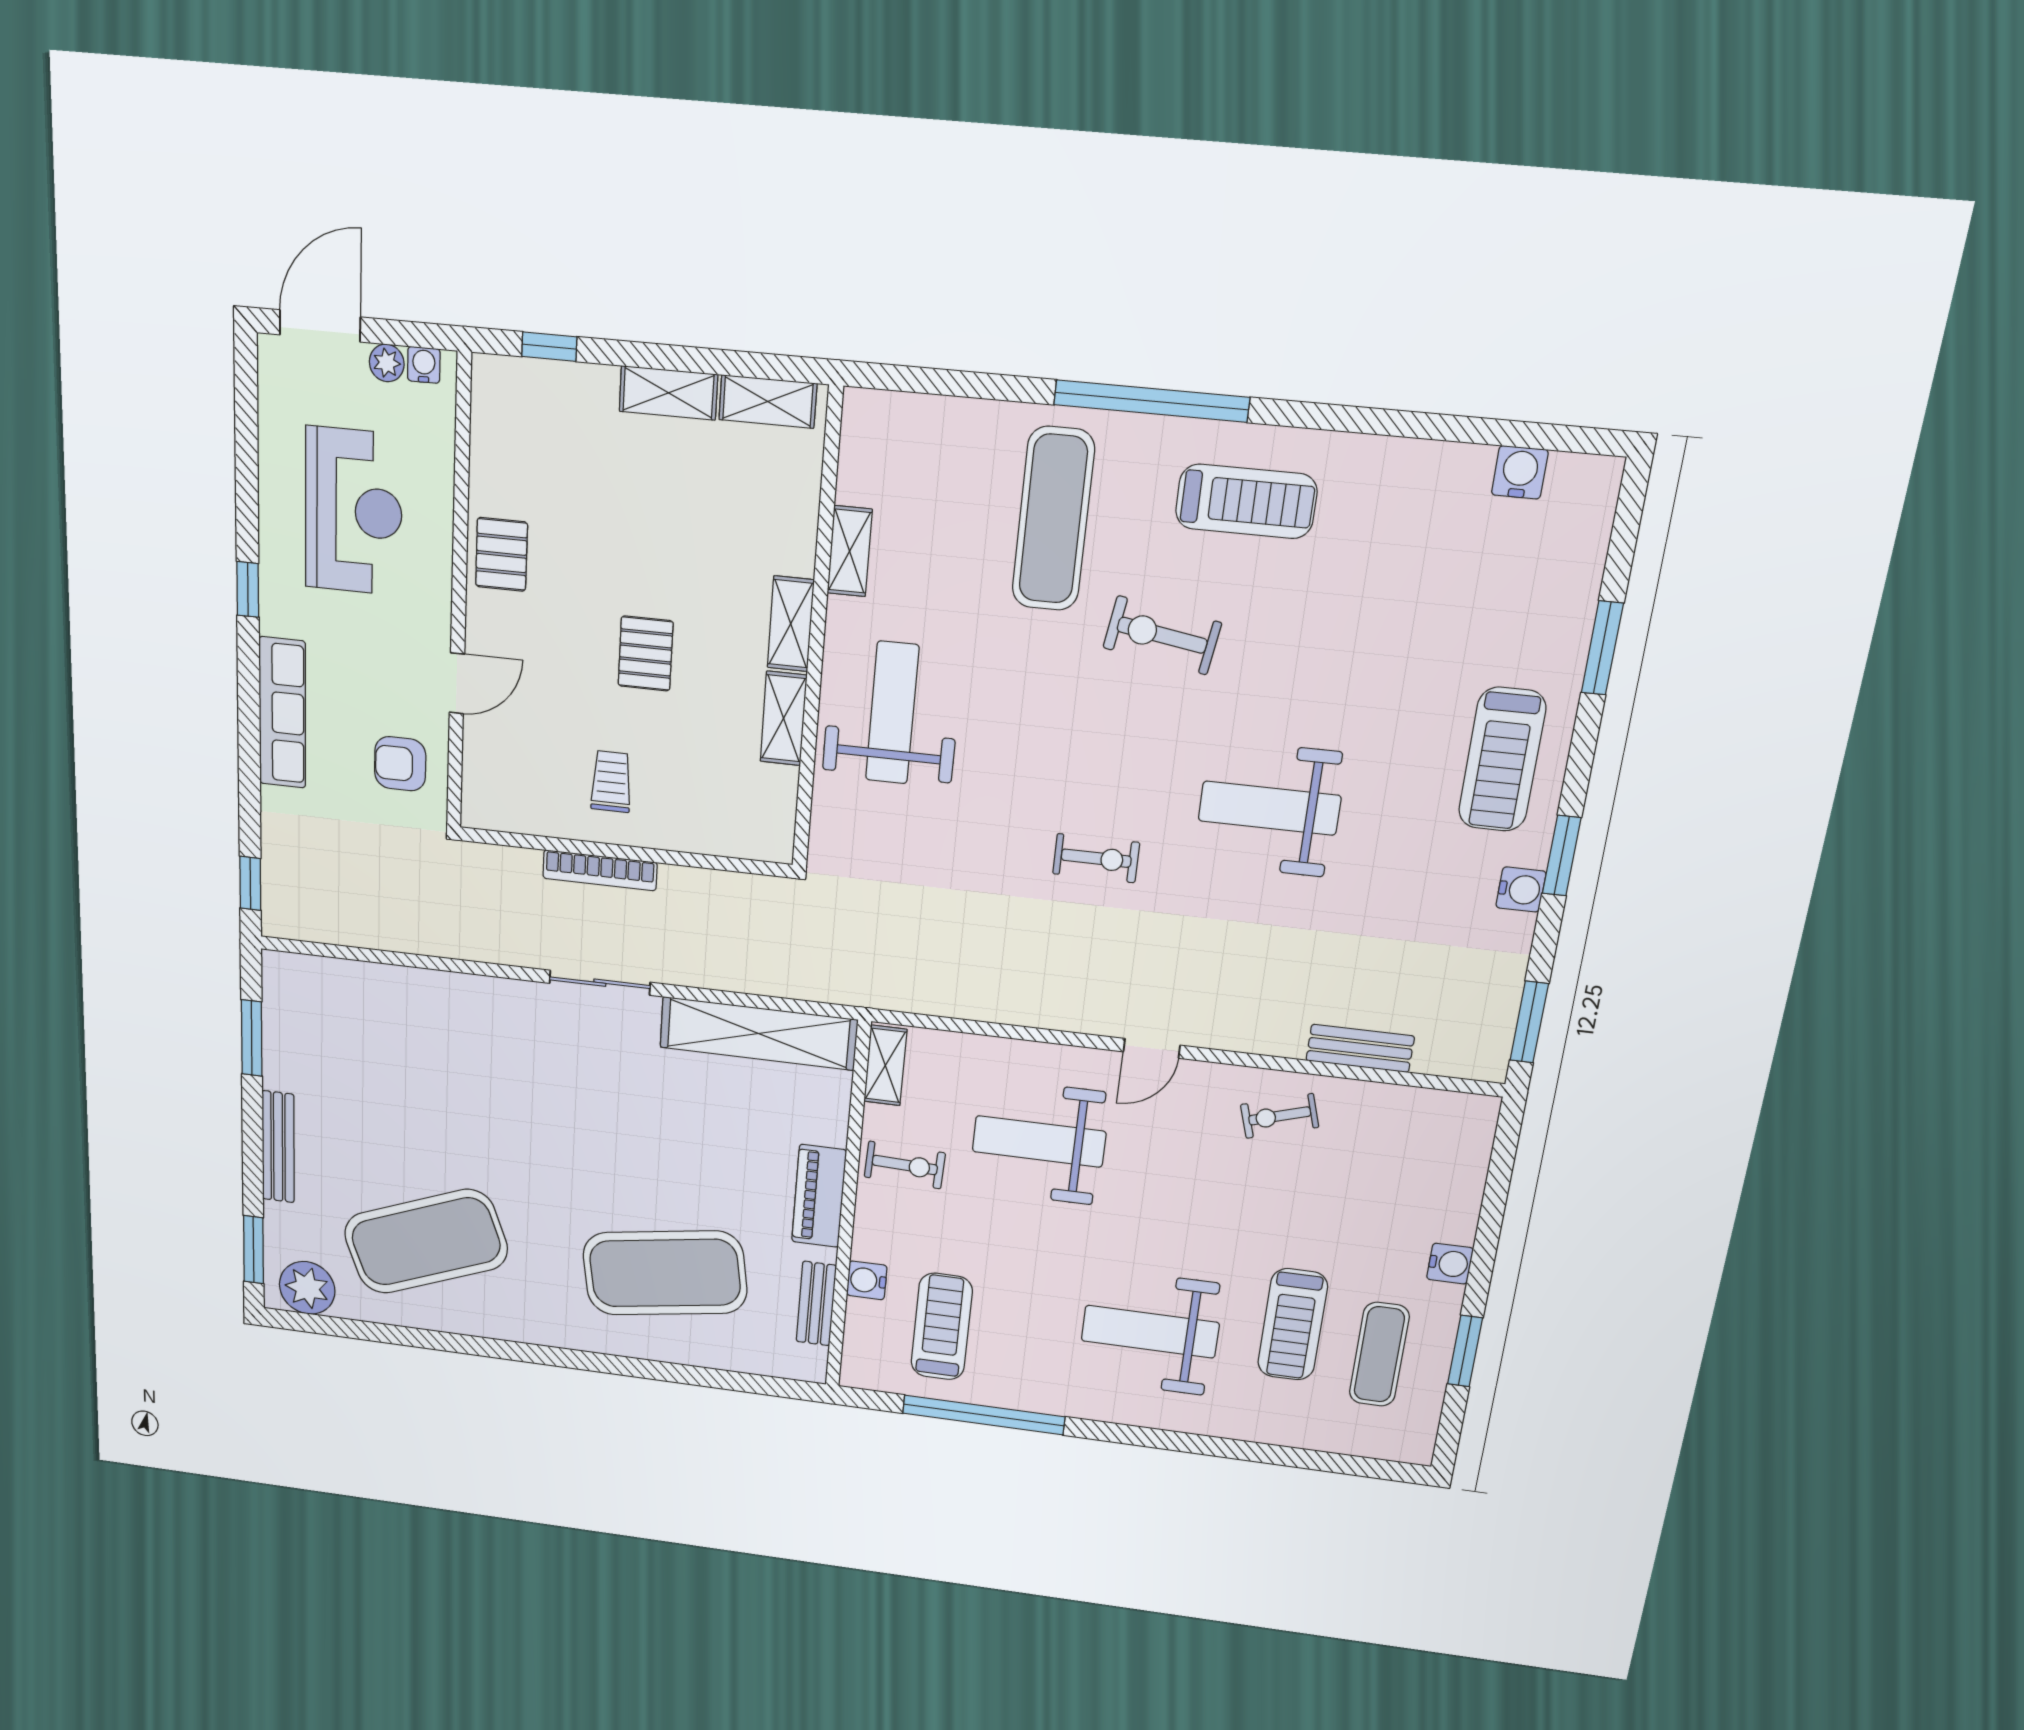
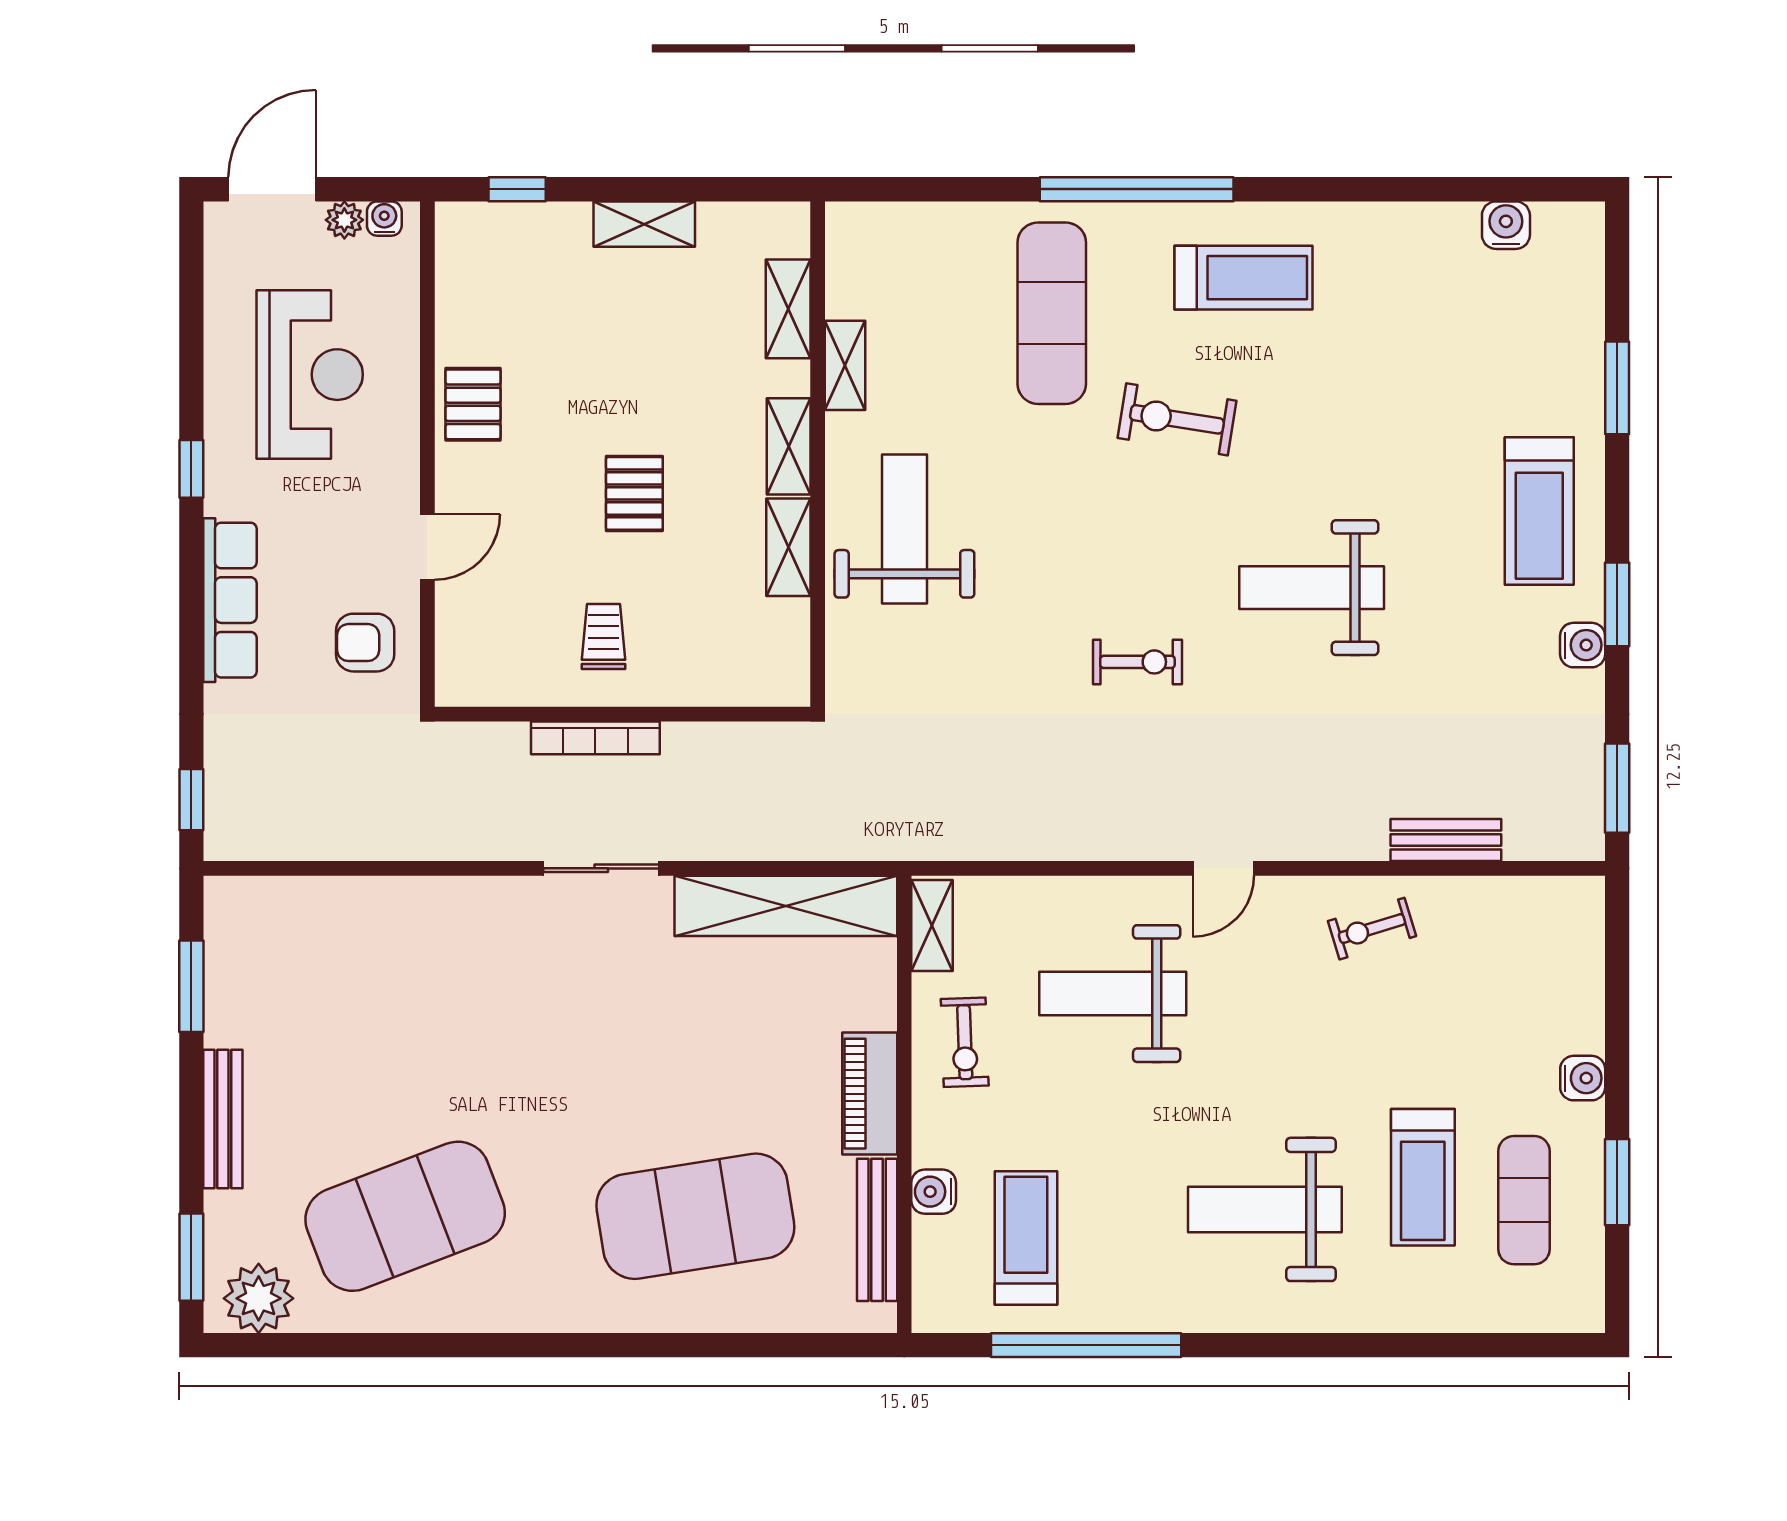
shelving: (768, 402) -> (788, 309), moved, turned 90
exercise bike: (905, 1165) -> (965, 1042), turned 86
bench: (816, 1304) -> (877, 1230), width x1.36

